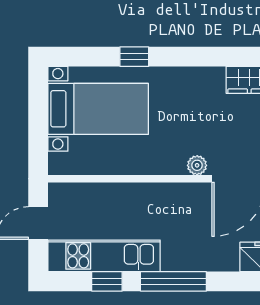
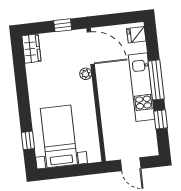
window: (134, 57) -> (28, 140), moved
kitchen unit: (104, 256) -> (142, 87), moved

